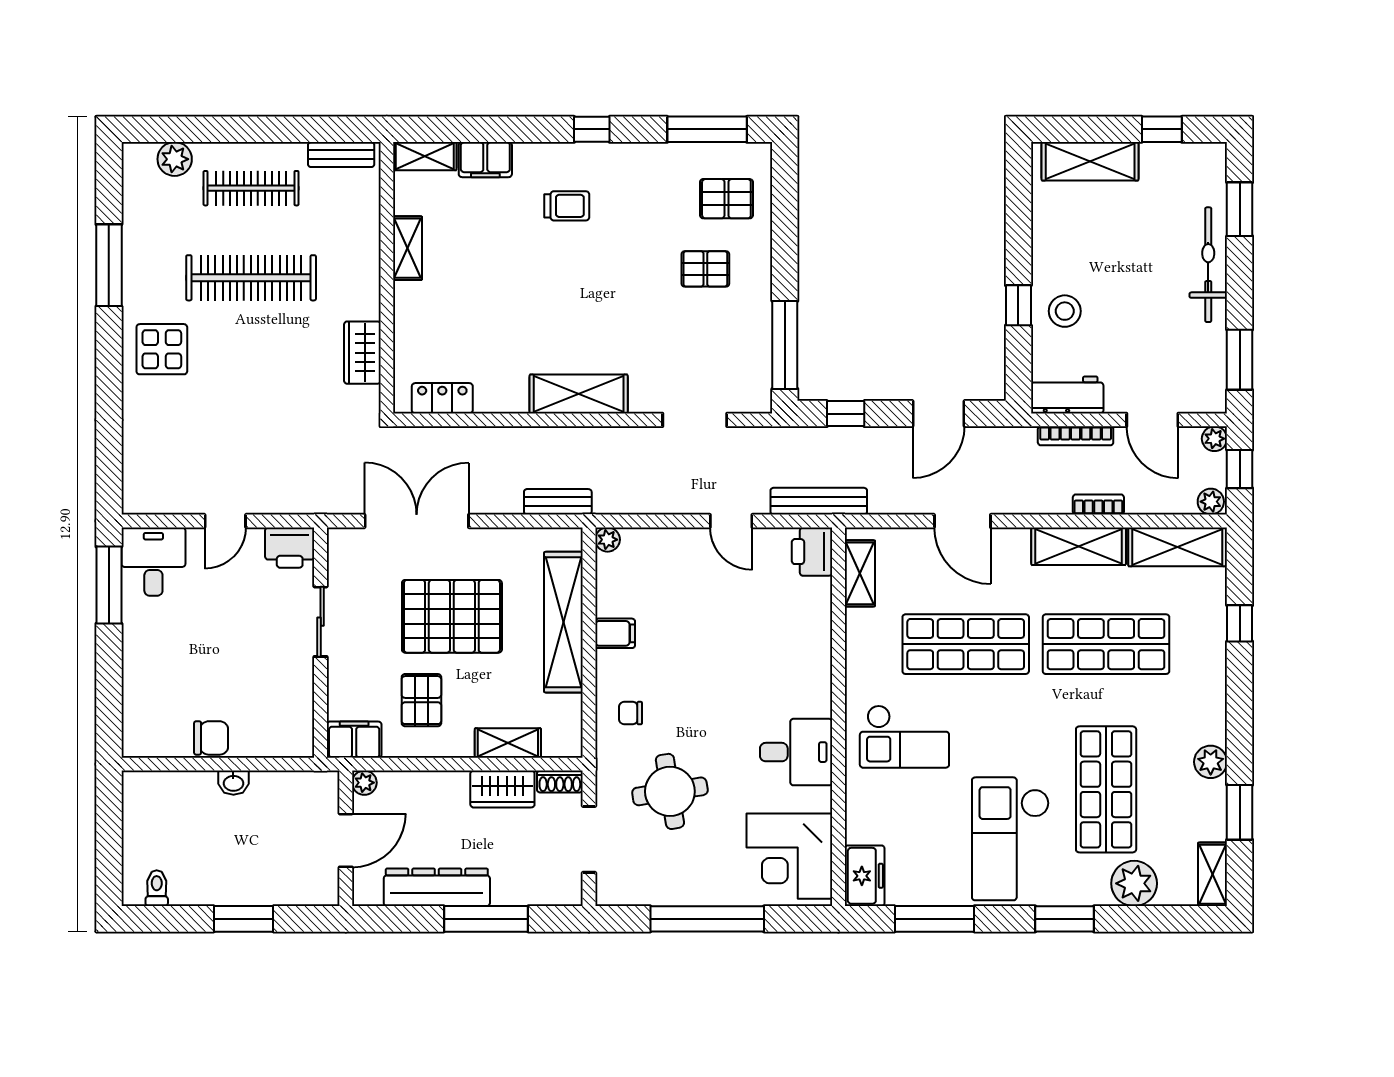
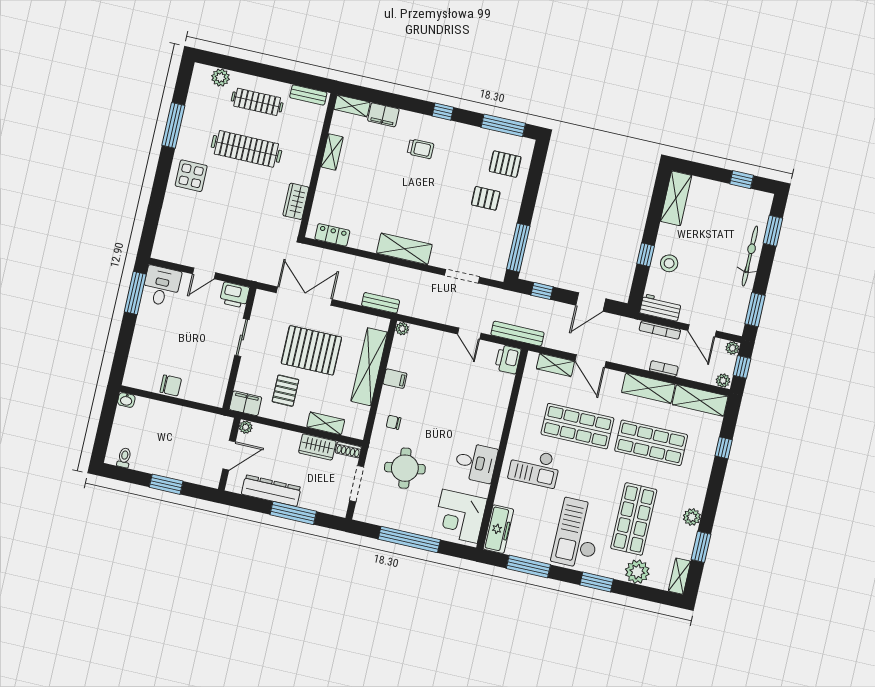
shelving: (1090, 161) -> (676, 198), moved, turned 90
shelving: (860, 573) -> (555, 365), moved, turned 90
washbasin: (233, 783) -> (126, 400), moved
freezer: (865, 876) -> (498, 529), width x1.40

